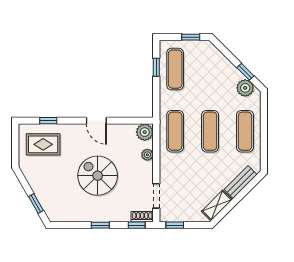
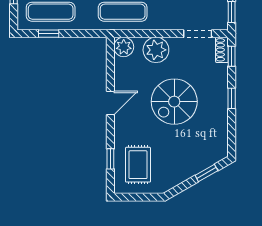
plant: (147, 155) -> (156, 50), width x1.87, depth x1.87

